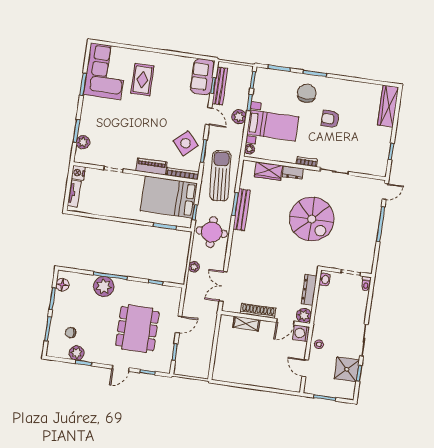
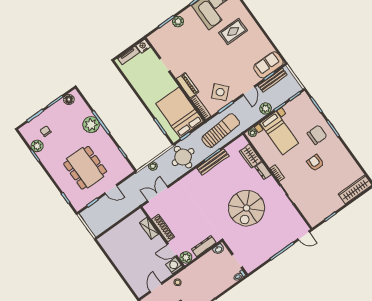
plant: (83, 142) -> (178, 22), moved
dining table: (137, 329) -> (85, 168), turned 90
door: (121, 368) -> (53, 180), removed

